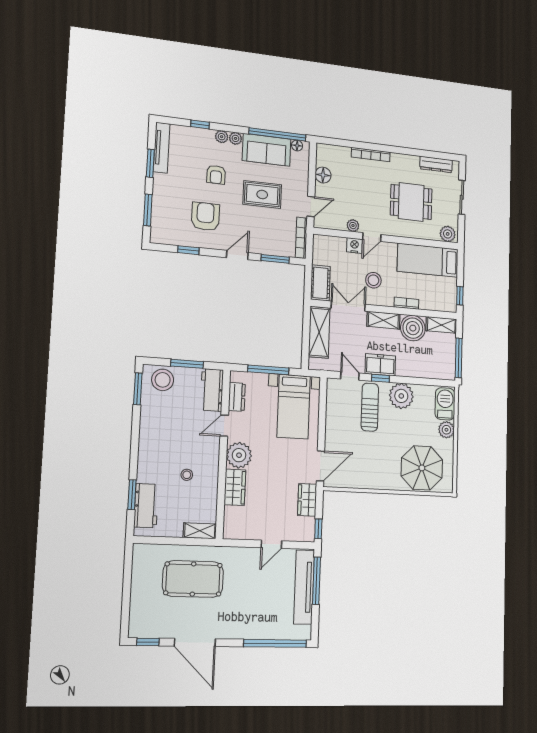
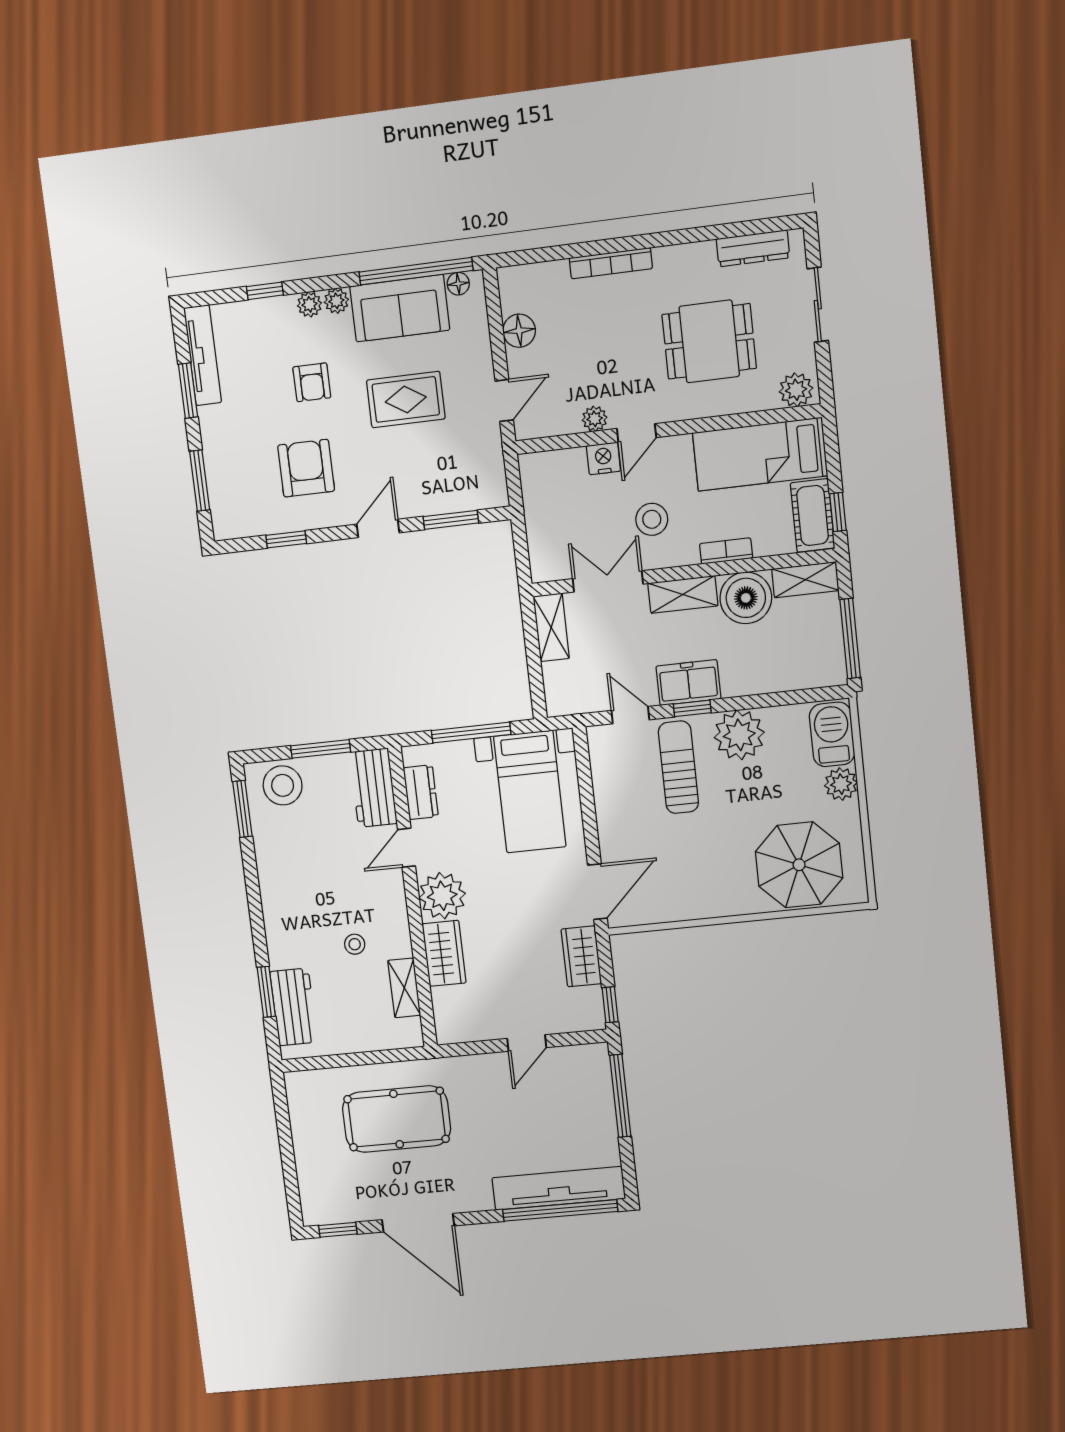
bookcase: (301, 238) -> (495, 467), removed
cot: (320, 283) -> (813, 515), moved
shelving: (319, 332) -> (551, 627), width x0.67, depth x0.75
shelving: (200, 531) -> (404, 988), moved, turned 90
tv unit: (304, 587) -> (559, 1188), moved, turned 90

